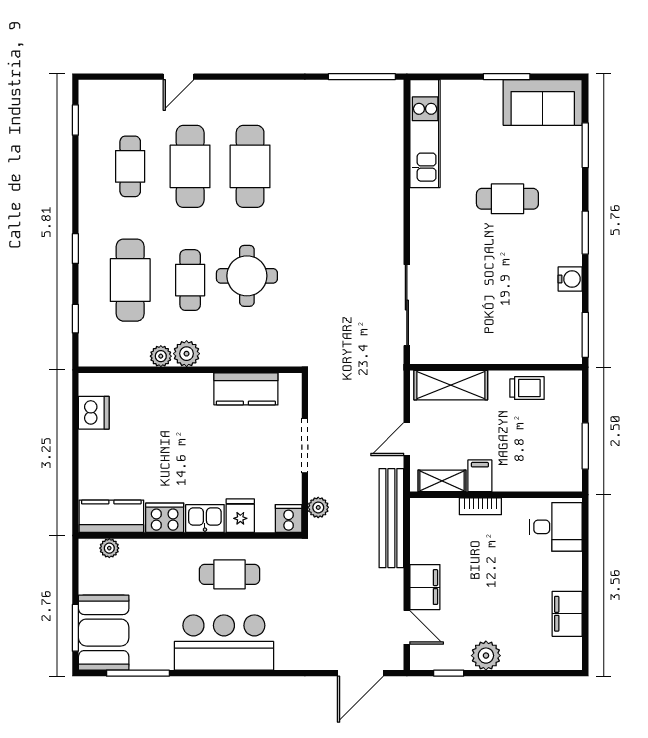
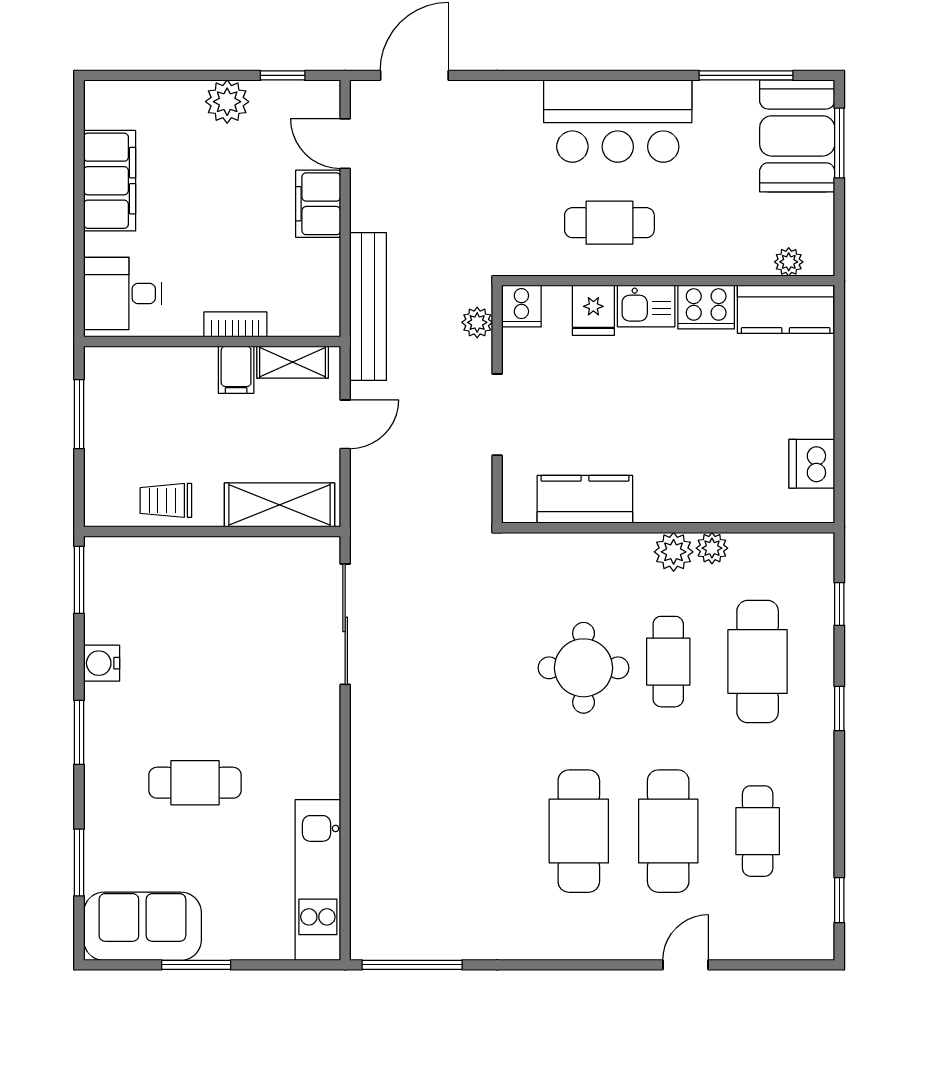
filing cabinet: (567, 614) -> (110, 181), width x1.50, depth x1.17

